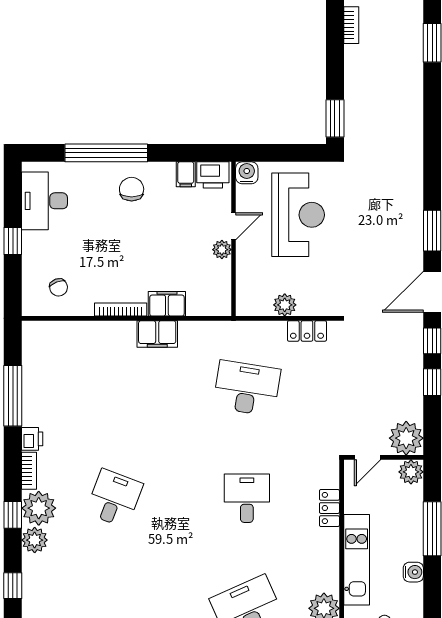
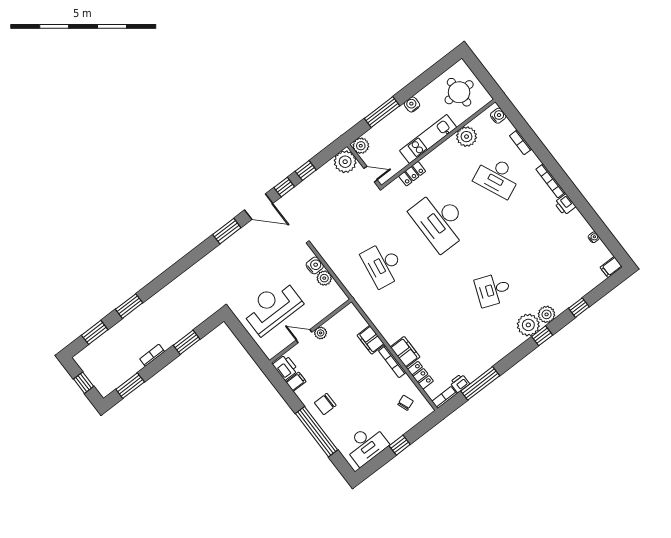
window: (335, 118) -> (187, 342), moved
water cooler: (247, 173) -> (315, 265), moved, turned 180
locker: (307, 331) -> (420, 375), moved
filing cabinet: (157, 334) -> (405, 352), moved
printer: (32, 439) -> (460, 383), moved
bookcase: (29, 471) -> (444, 397), moved
desk: (247, 498) -> (440, 221), width x1.87, depth x1.30

